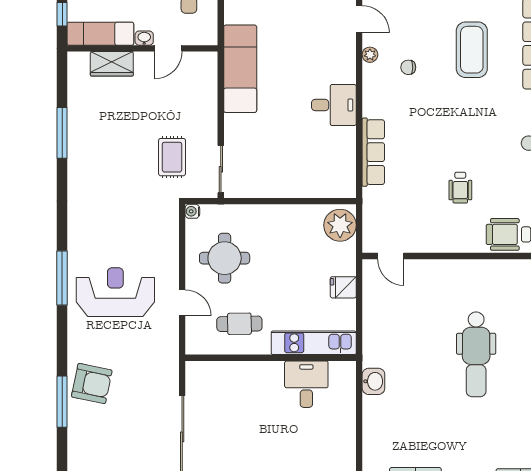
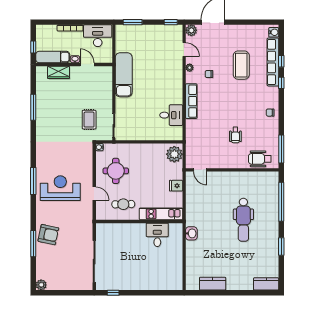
door: (168, 48) -> (87, 64), swing flipped
desk: (334, 105) -> (171, 115), moved
row of seats: (373, 152) -> (191, 101), moved

